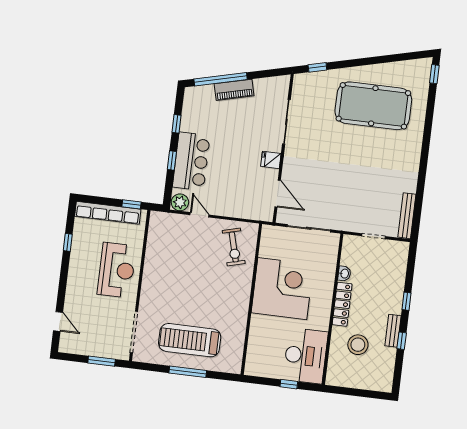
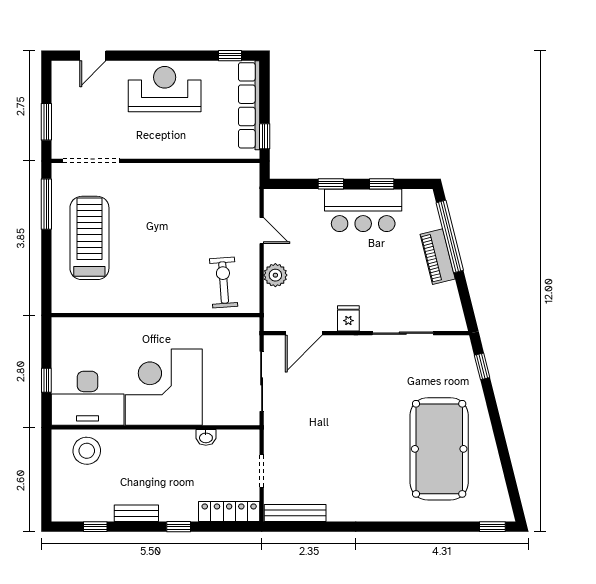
bar counter: (191, 161) -> (363, 210), moved
plant: (180, 202) -> (275, 275), moved
door: (200, 215) -> (262, 231), hinge flipped
window: (68, 242) -> (230, 56), moved
exercise bike: (234, 247) -> (224, 282), turned 101
reception desk: (117, 270) -> (165, 89), moved, turned 180
corner desk: (282, 289) -> (164, 387), moved, turned 180
locker: (342, 304) -> (229, 511), moved, turned 180
window: (402, 341) -> (95, 527), moved
stool: (358, 345) -> (87, 451), moved
window: (188, 372) -> (46, 204), moved

